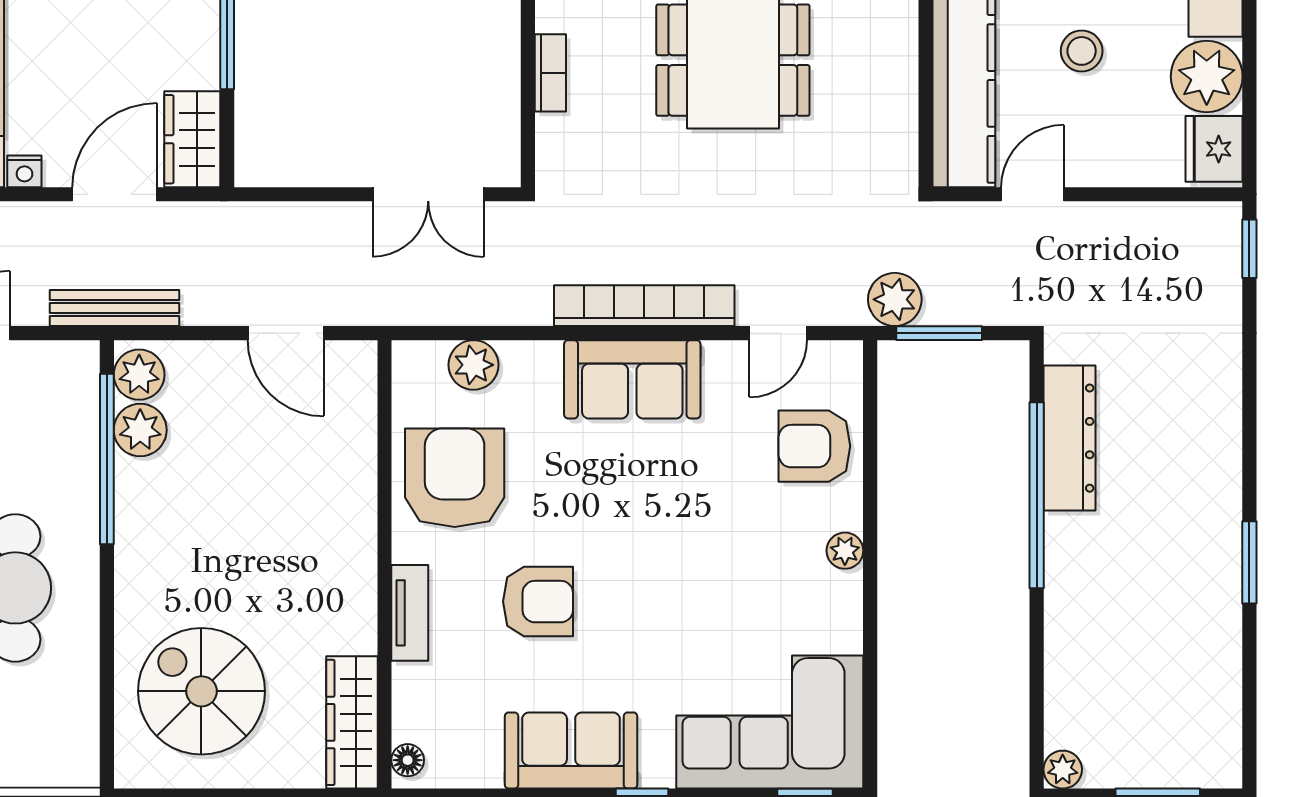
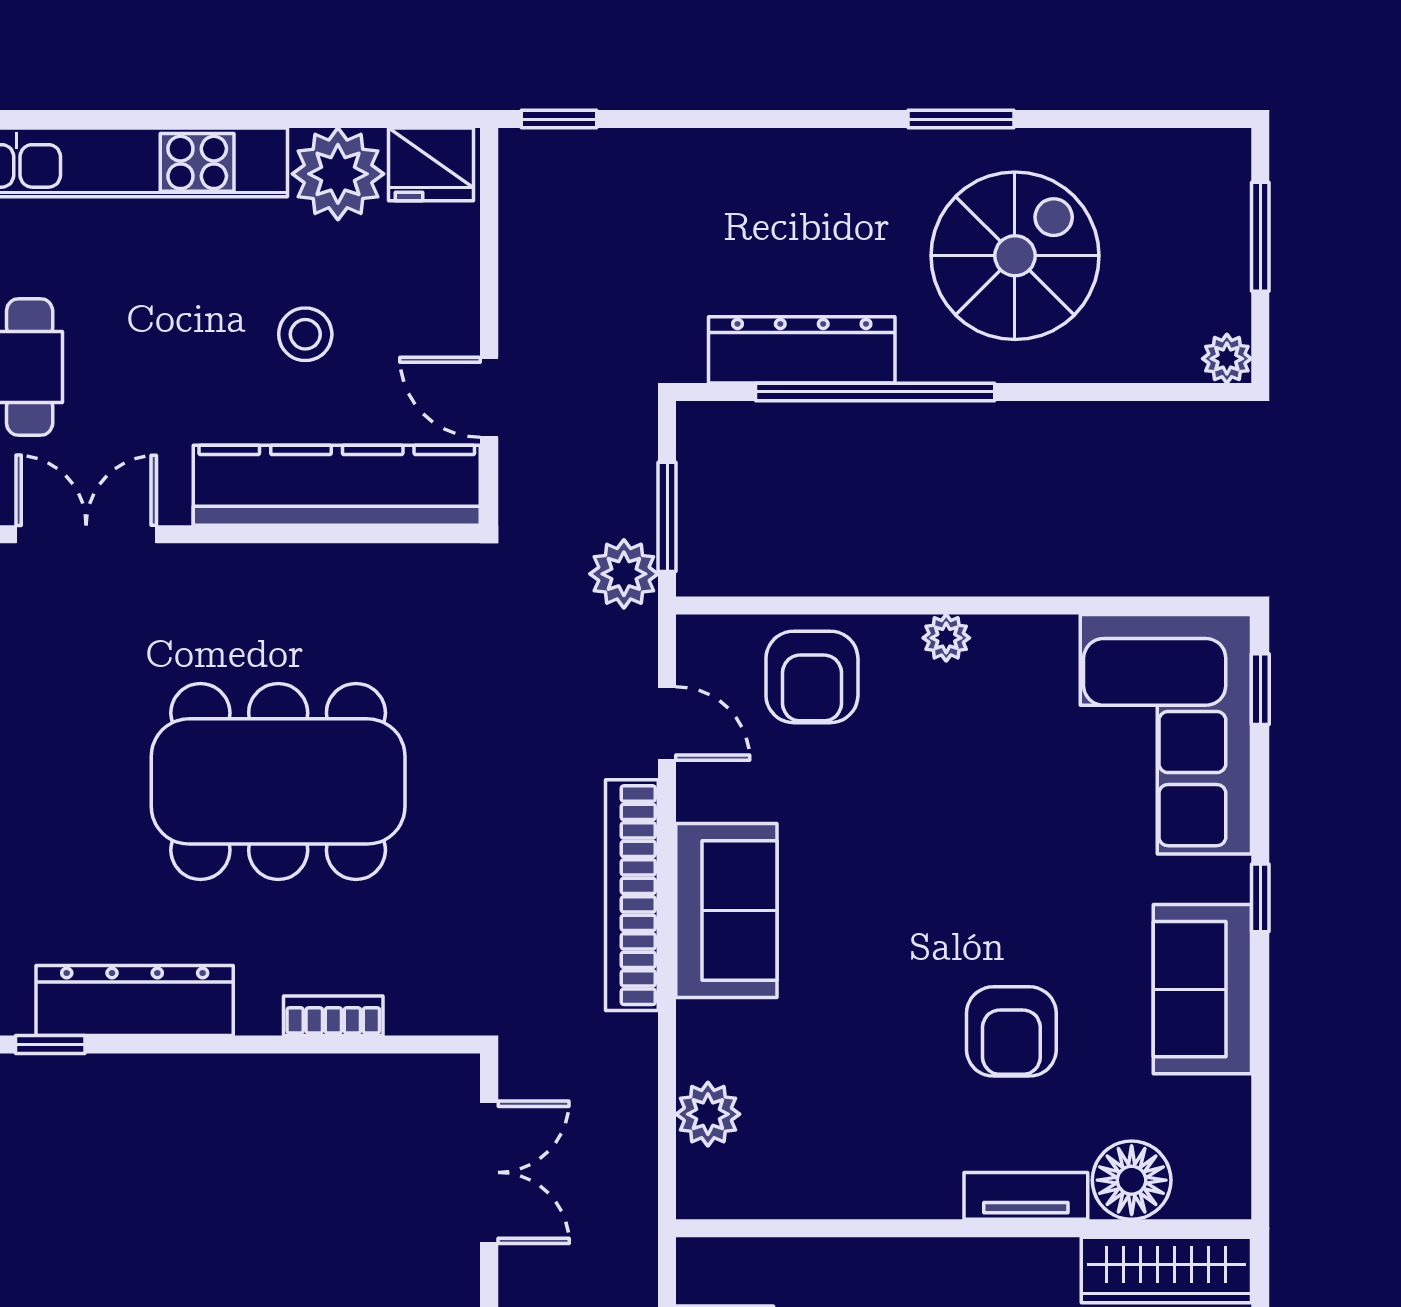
armchair: (455, 478) -> (853, 1138), removed
armchair: (538, 602) -> (1011, 1031), turned 180
spiral stairs: (1143, 604) -> (1015, 256), added
floor lamp: (408, 760) -> (1132, 1180), moved, width x1.89, depth x1.89

